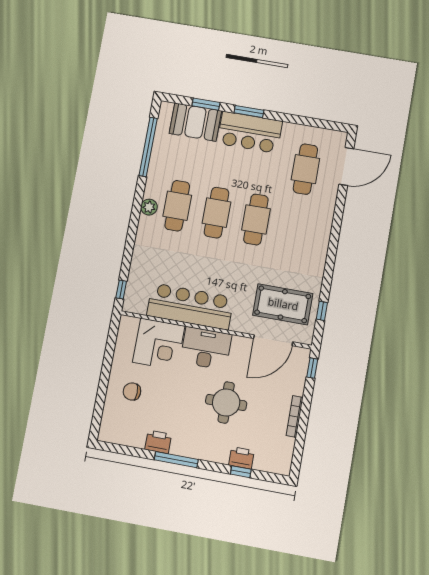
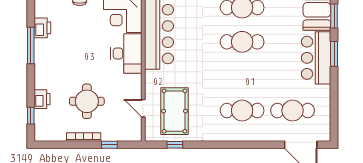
cafe table: (256, 219) -> (242, 111), moved
door: (273, 340) -> (143, 108), width x0.53
window: (312, 368) -> (109, 145), moved
round table: (226, 402) -> (87, 101), moved
window: (241, 472) -> (31, 116), moved

